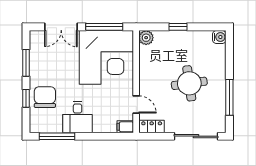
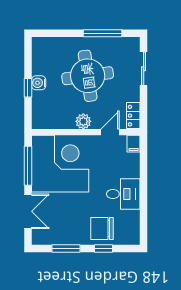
water cooler: (219, 37) -> (39, 83), moved, turned -90
plant: (146, 38) -> (83, 121), moved
round table: (189, 83) -> (88, 76), width x1.36, depth x1.36
window: (57, 136) -> (144, 216), removed
sliding door: (196, 136) -> (144, 69), width x0.73

